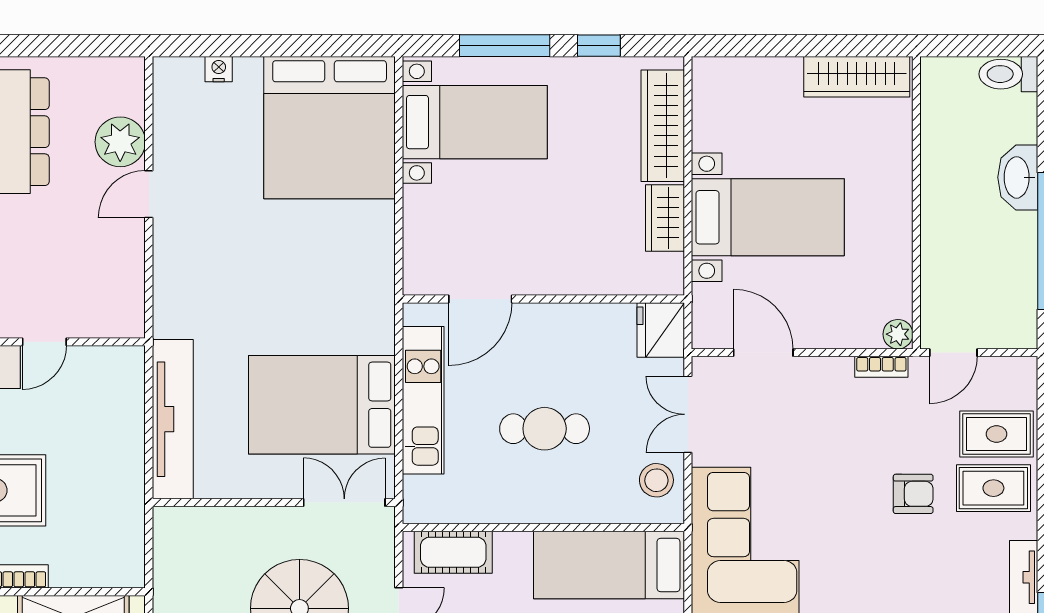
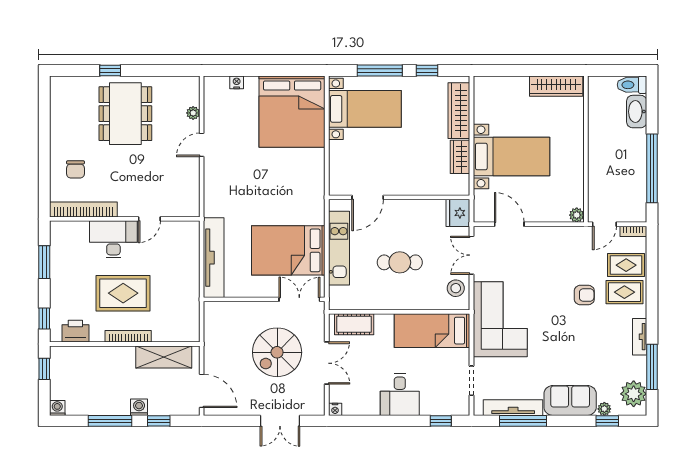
plant: (120, 142) -> (193, 113), width x0.53, depth x0.53
washbasin: (1018, 177) -> (637, 112), moved
bookcase: (881, 367) -> (633, 231), moved

